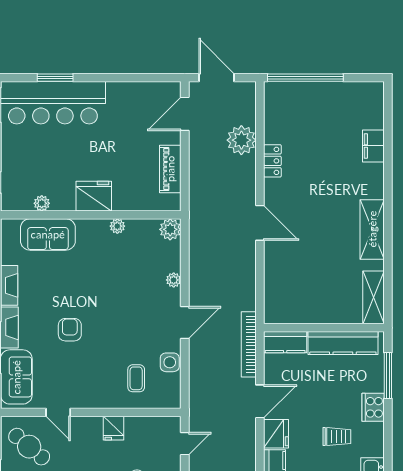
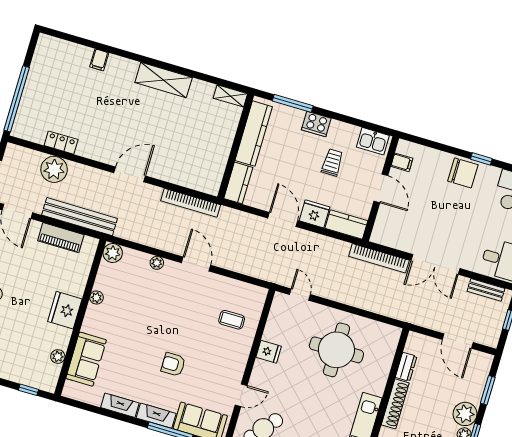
filing cabinet: (373, 146) -> (99, 60), width x0.50
locker: (272, 161) -> (61, 143), moved
bench: (199, 182) -> (80, 217), added
shelving: (373, 297) -> (230, 96), width x0.67, depth x0.75
bookcase: (249, 344) -> (191, 203), moved
side table: (170, 362) -> (226, 287), removed

